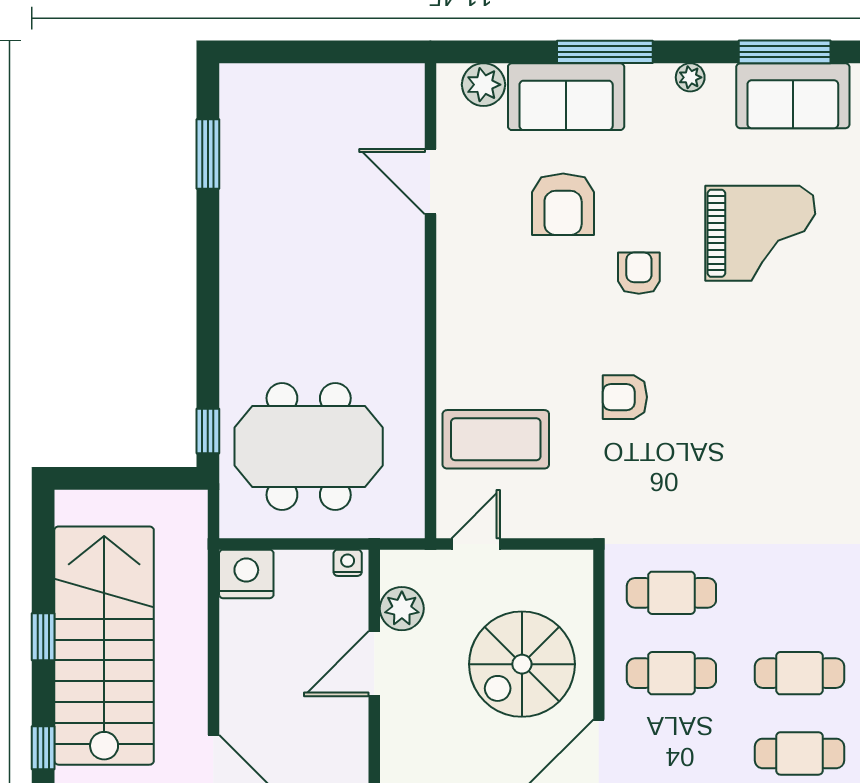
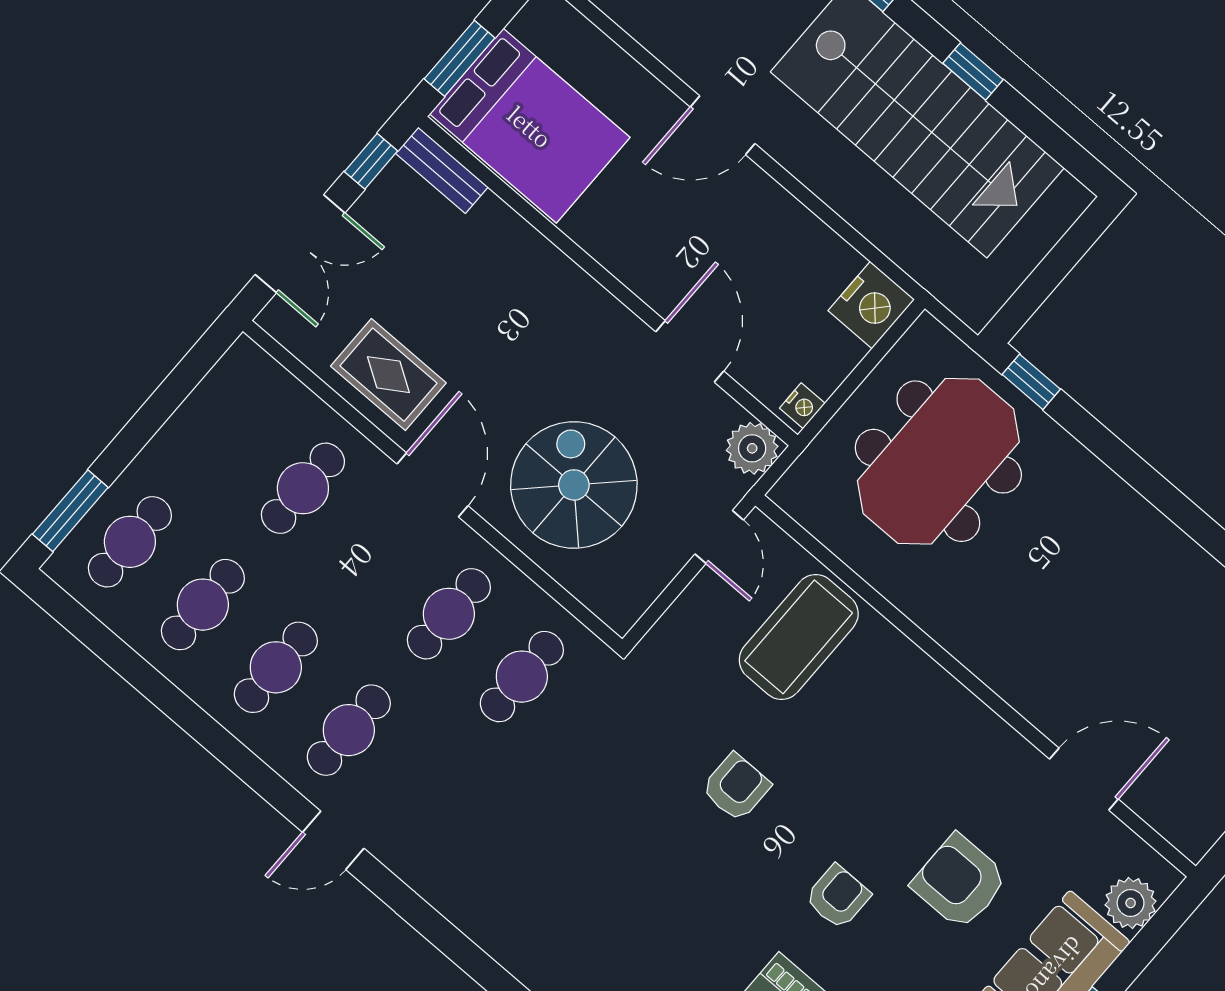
armchair: (639, 273) -> (838, 897), turned -90
plant: (402, 609) -> (752, 448), moved

